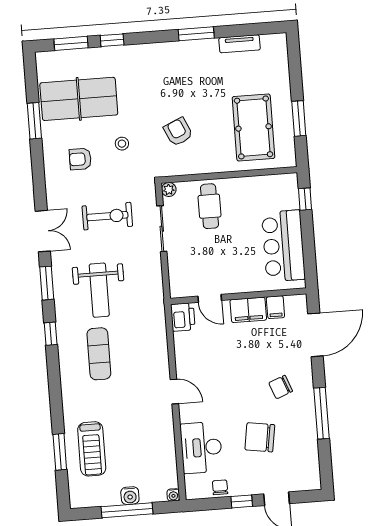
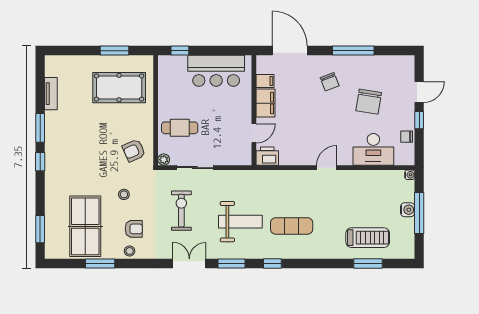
window: (112, 40) -> (40, 162), moved
armchair: (178, 132) -> (134, 151), moved
stool: (53, 156) -> (130, 251), added
armchair: (80, 159) -> (134, 229), turned -90

